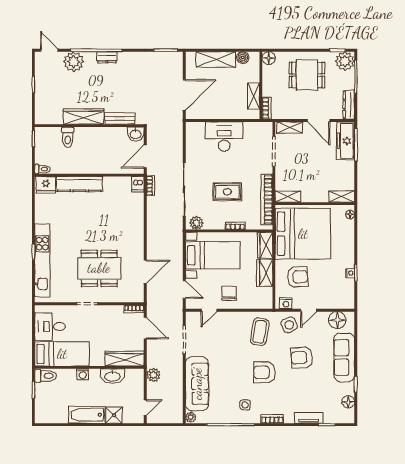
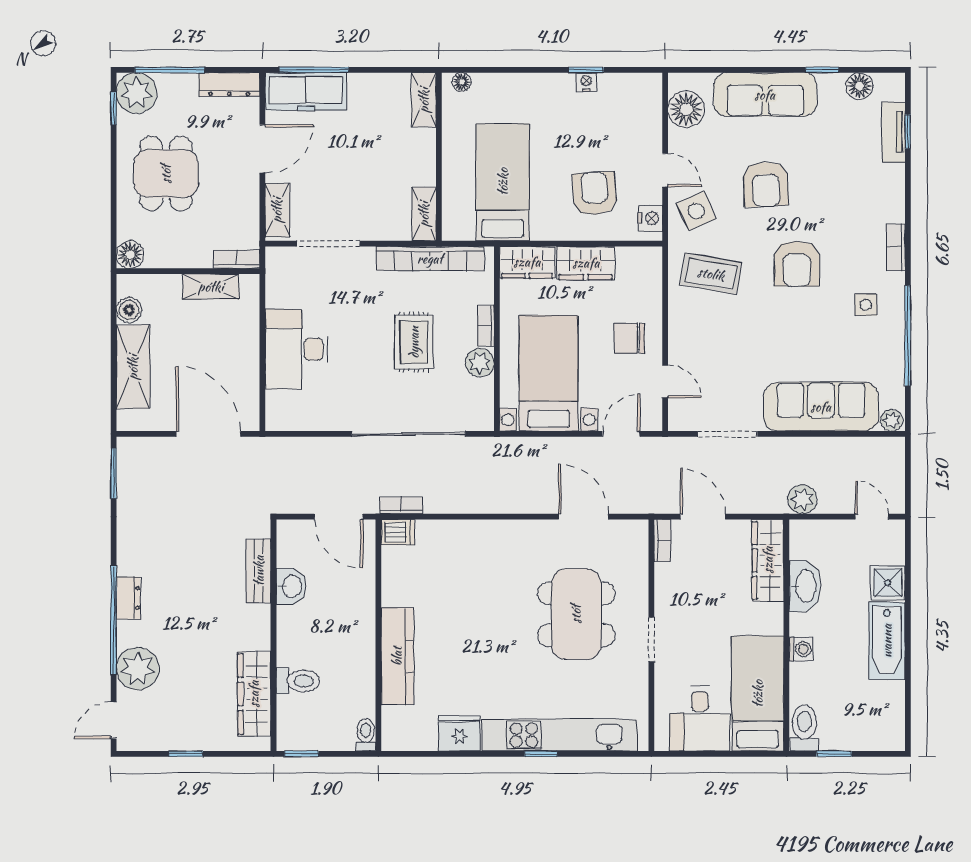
wardrobe: (83, 117) -> (254, 694), moved
washbasin: (136, 134) -> (291, 586), moved
fridge: (46, 185) -> (459, 733), moved, turned -90
plant: (196, 223) -> (480, 363), moved
bed: (303, 234) -> (503, 182), width x0.49
door: (145, 328) -> (703, 517), hinge flipped
tv unit: (309, 418) -> (894, 132), moved

